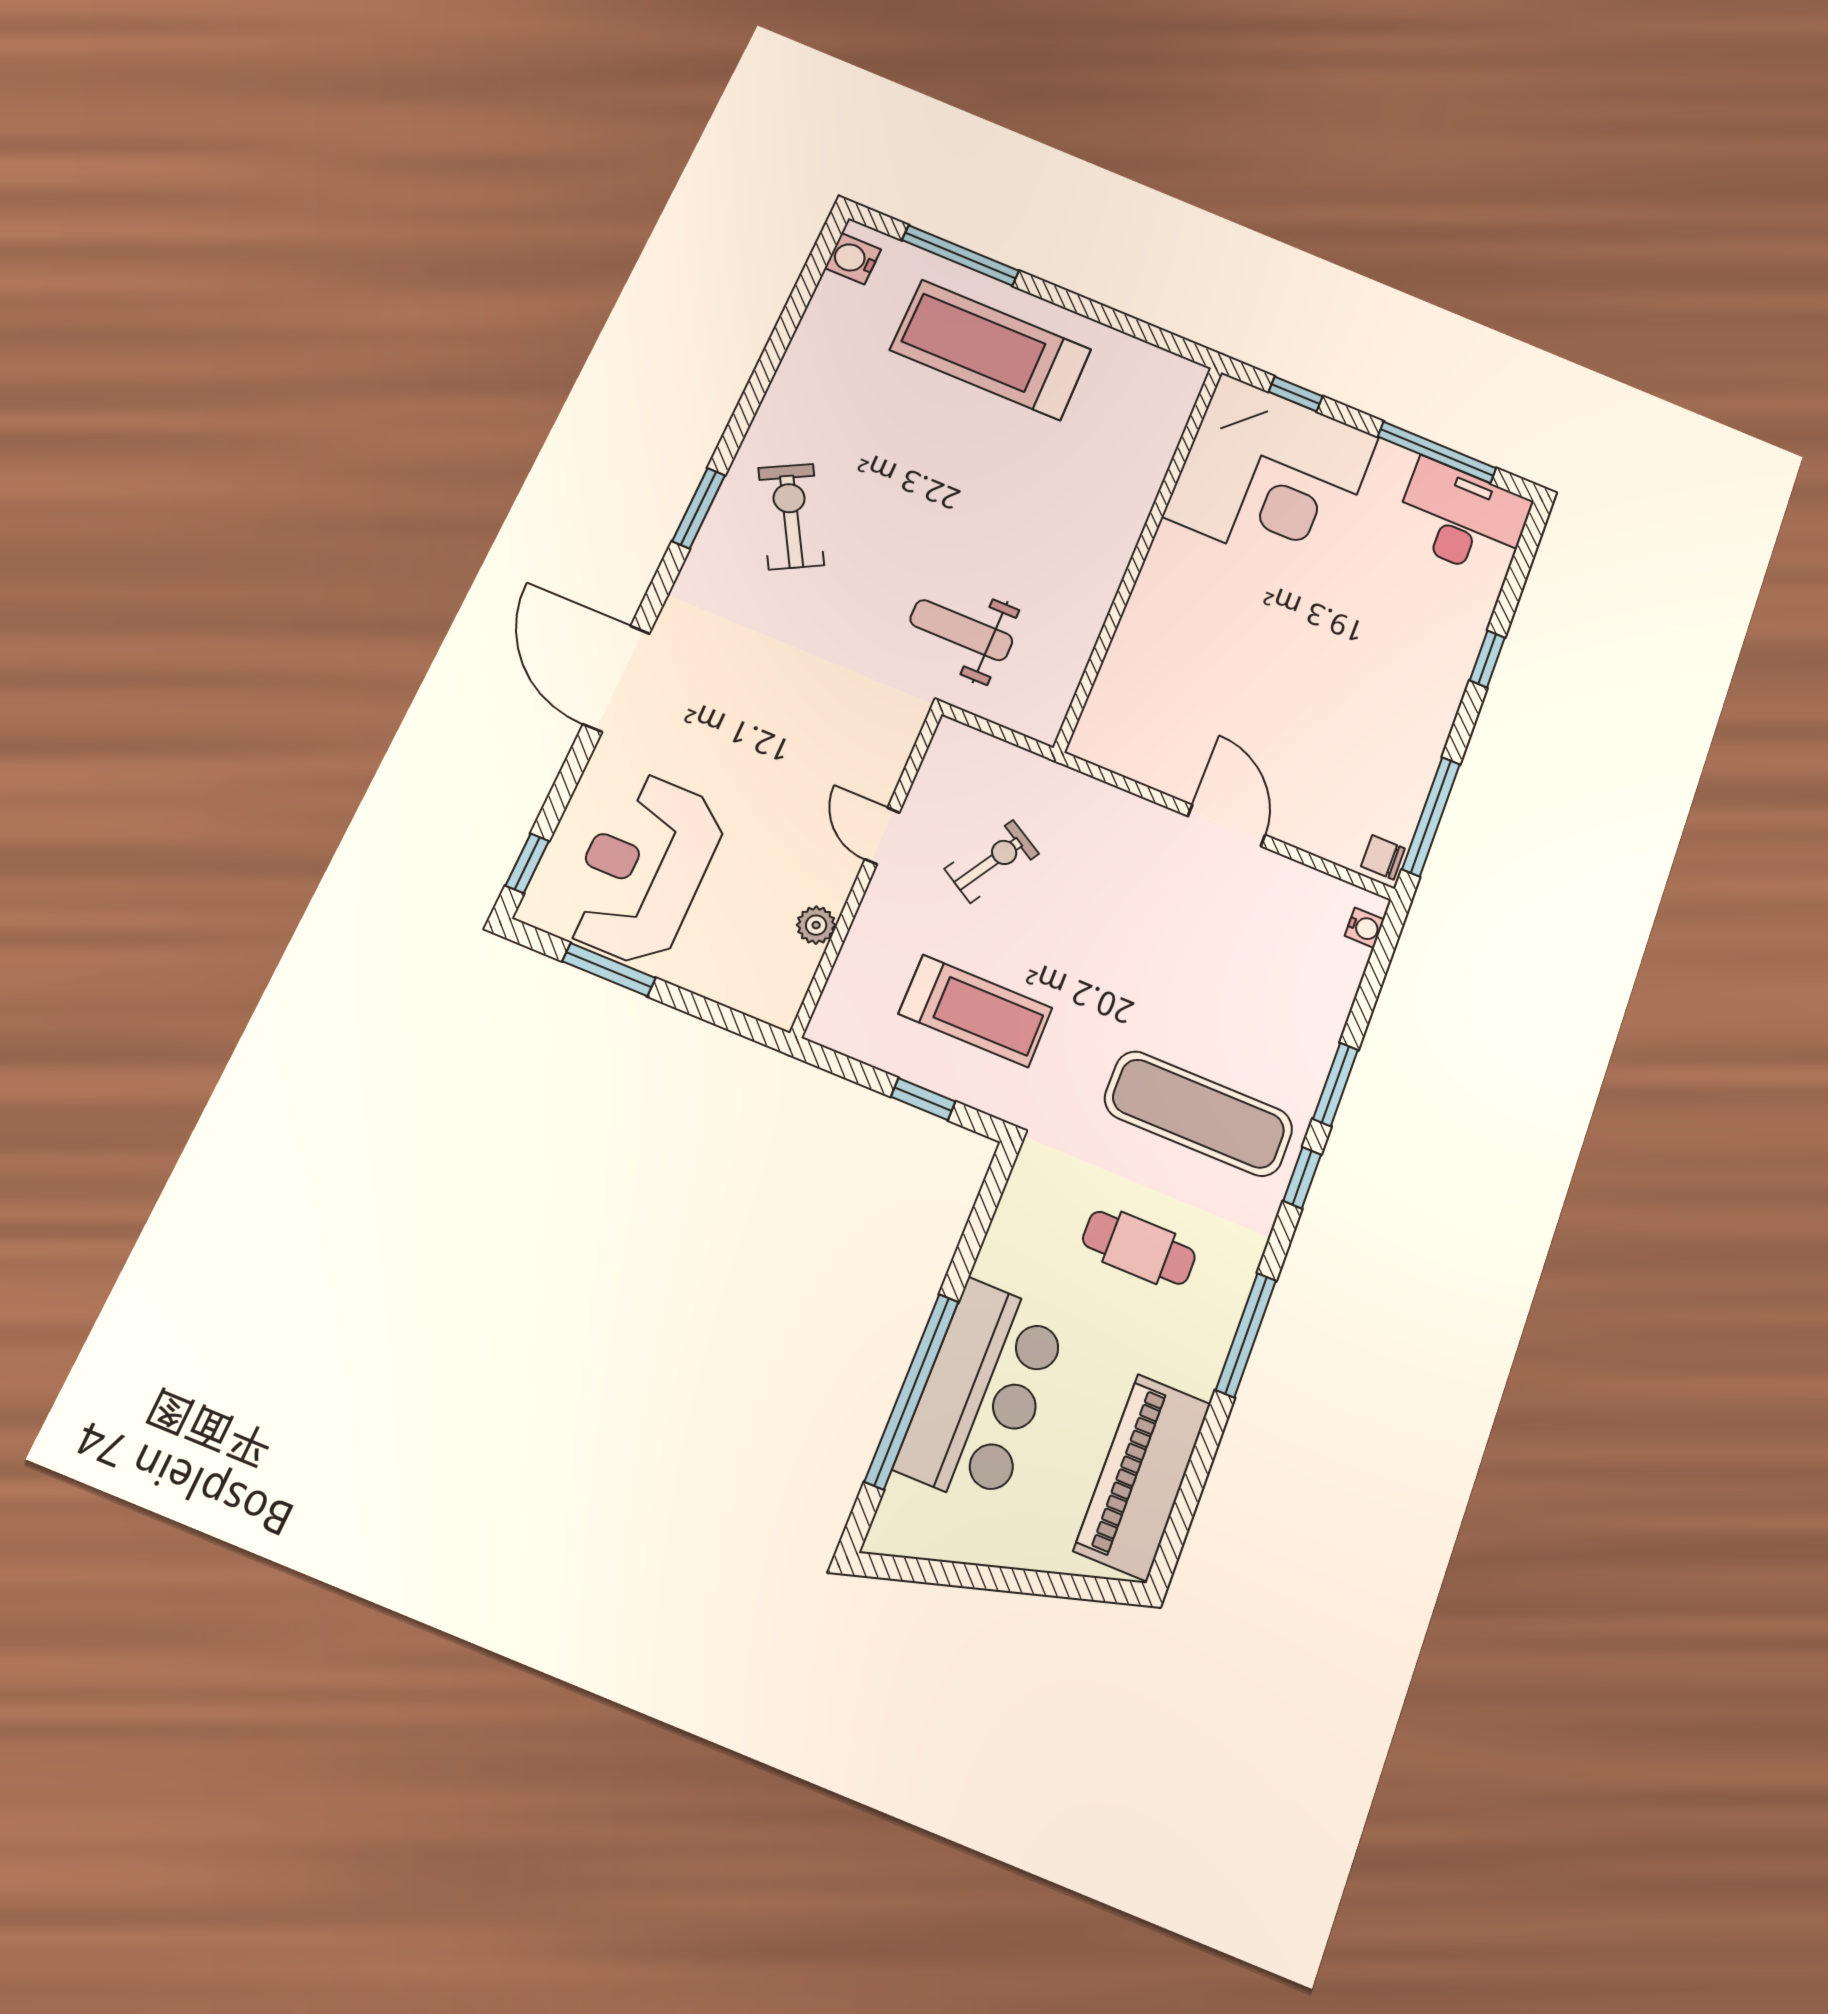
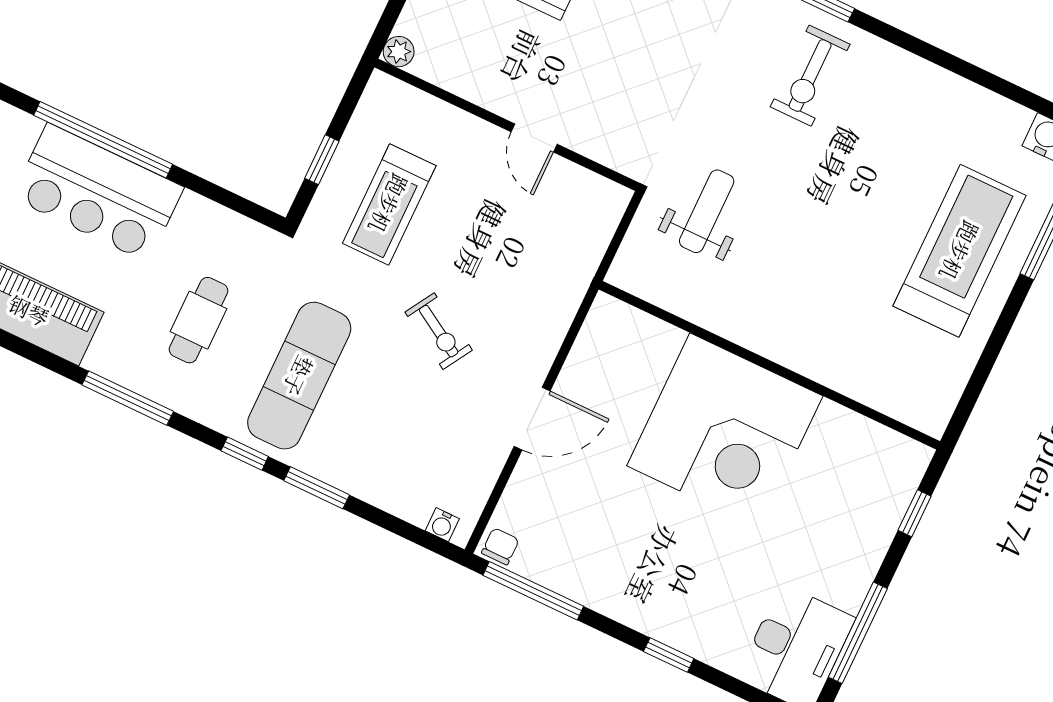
corner desk: (1271, 477) -> (725, 431), moved, turned -90
exercise bike: (791, 516) -> (810, 76), turned 119
door: (882, 836) -> (534, 138), swing flipped
exercise bike: (992, 861) -> (439, 331), moved
plant: (816, 925) -> (399, 52), moved

